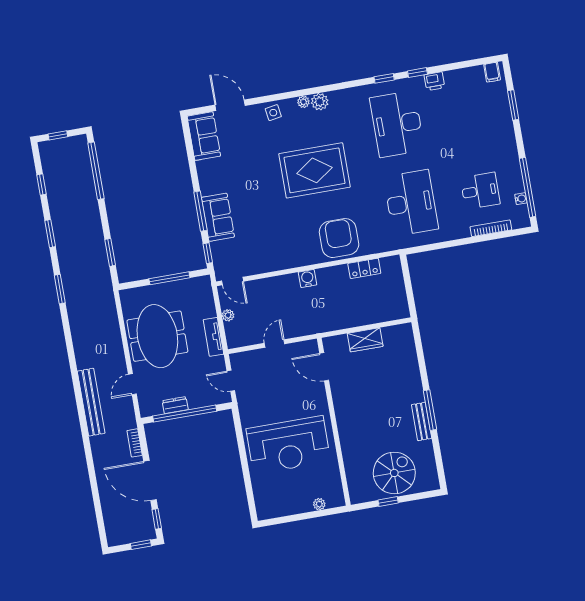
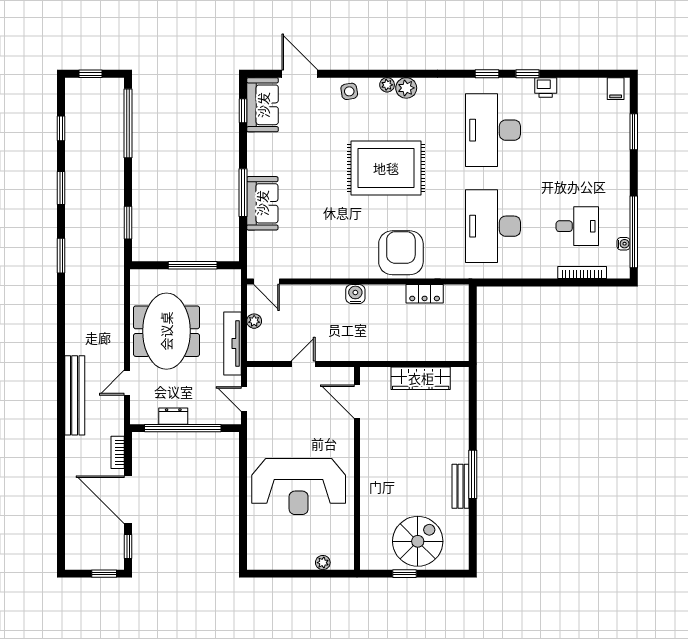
desk: (411, 203) -> (493, 226), turned 180
window: (208, 253) -> (243, 111), moved
tv unit: (213, 337) -> (232, 344), width x1.41
wardrobe: (365, 340) -> (421, 378), width x1.50

